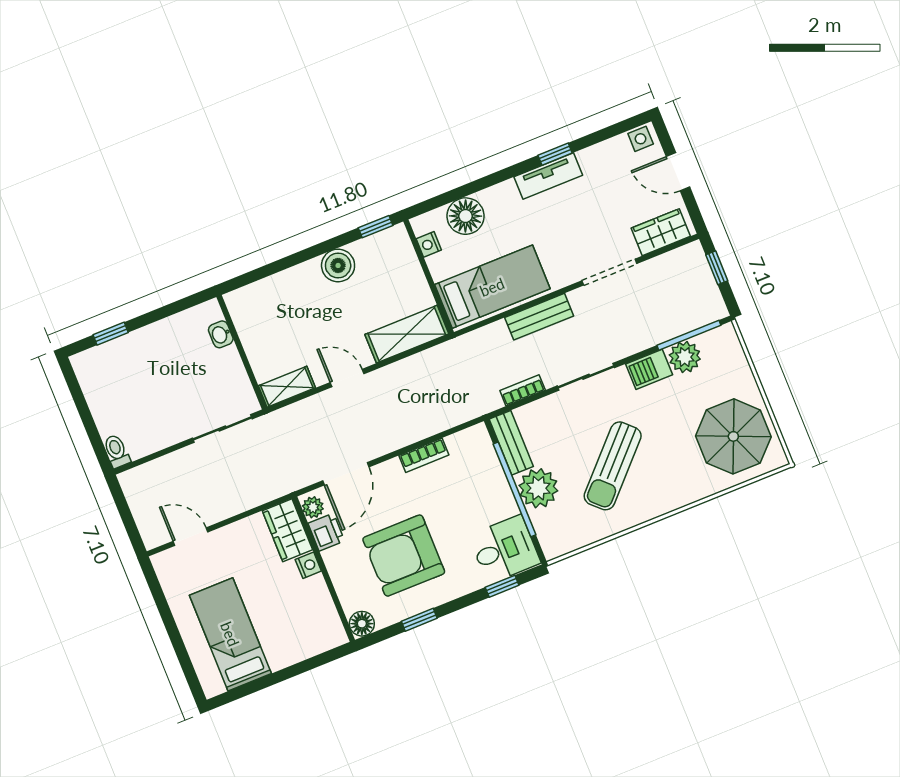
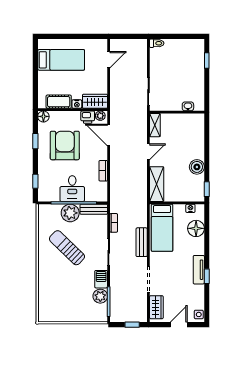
parasol: (733, 436) -> (59, 303), removed
desk: (505, 549) -> (72, 189), moved
cot: (319, 605) -> (59, 102), added

